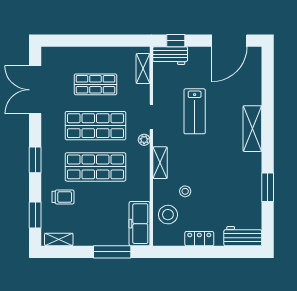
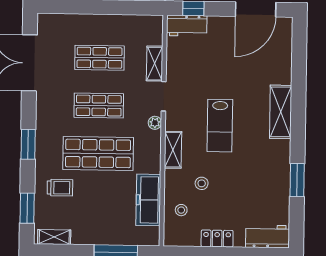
shelving: (143, 69) -> (155, 64), moved
lab bench: (195, 111) -> (220, 126), moved
shop shelf: (95, 126) -> (99, 106), width x0.70, depth x0.74
stool: (168, 215) -> (181, 210), width x0.53, depth x0.53
freezer: (139, 224) -> (148, 200), moved

